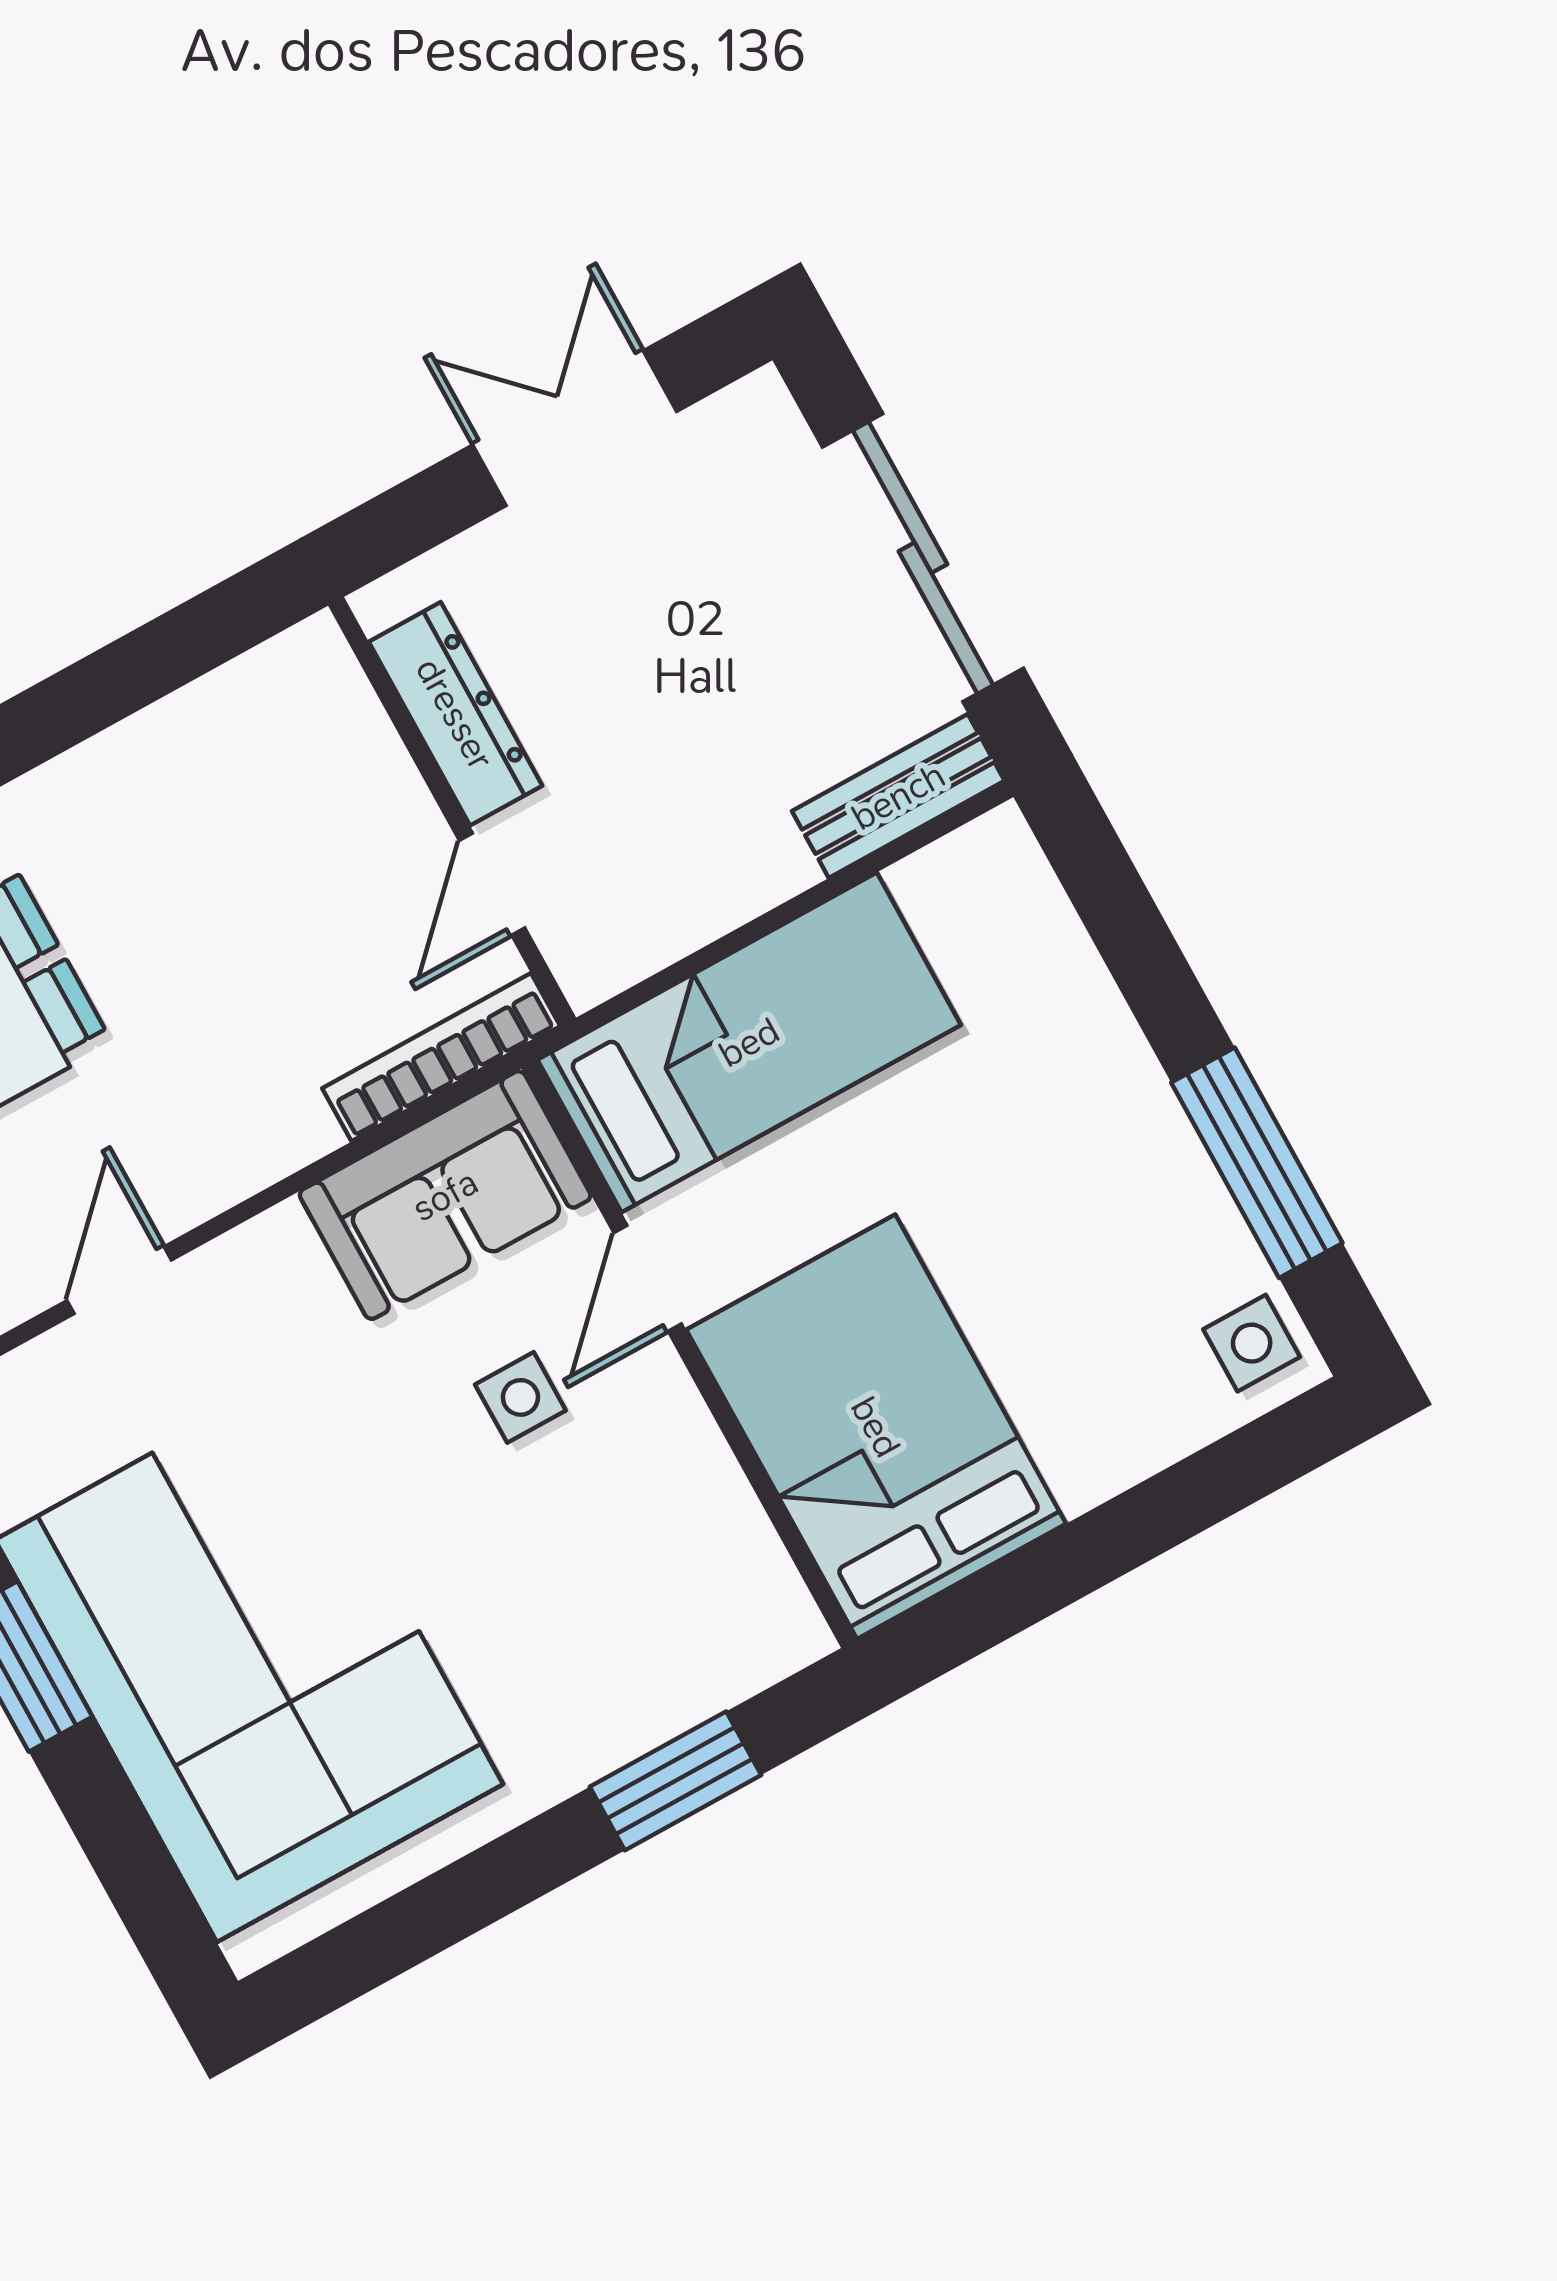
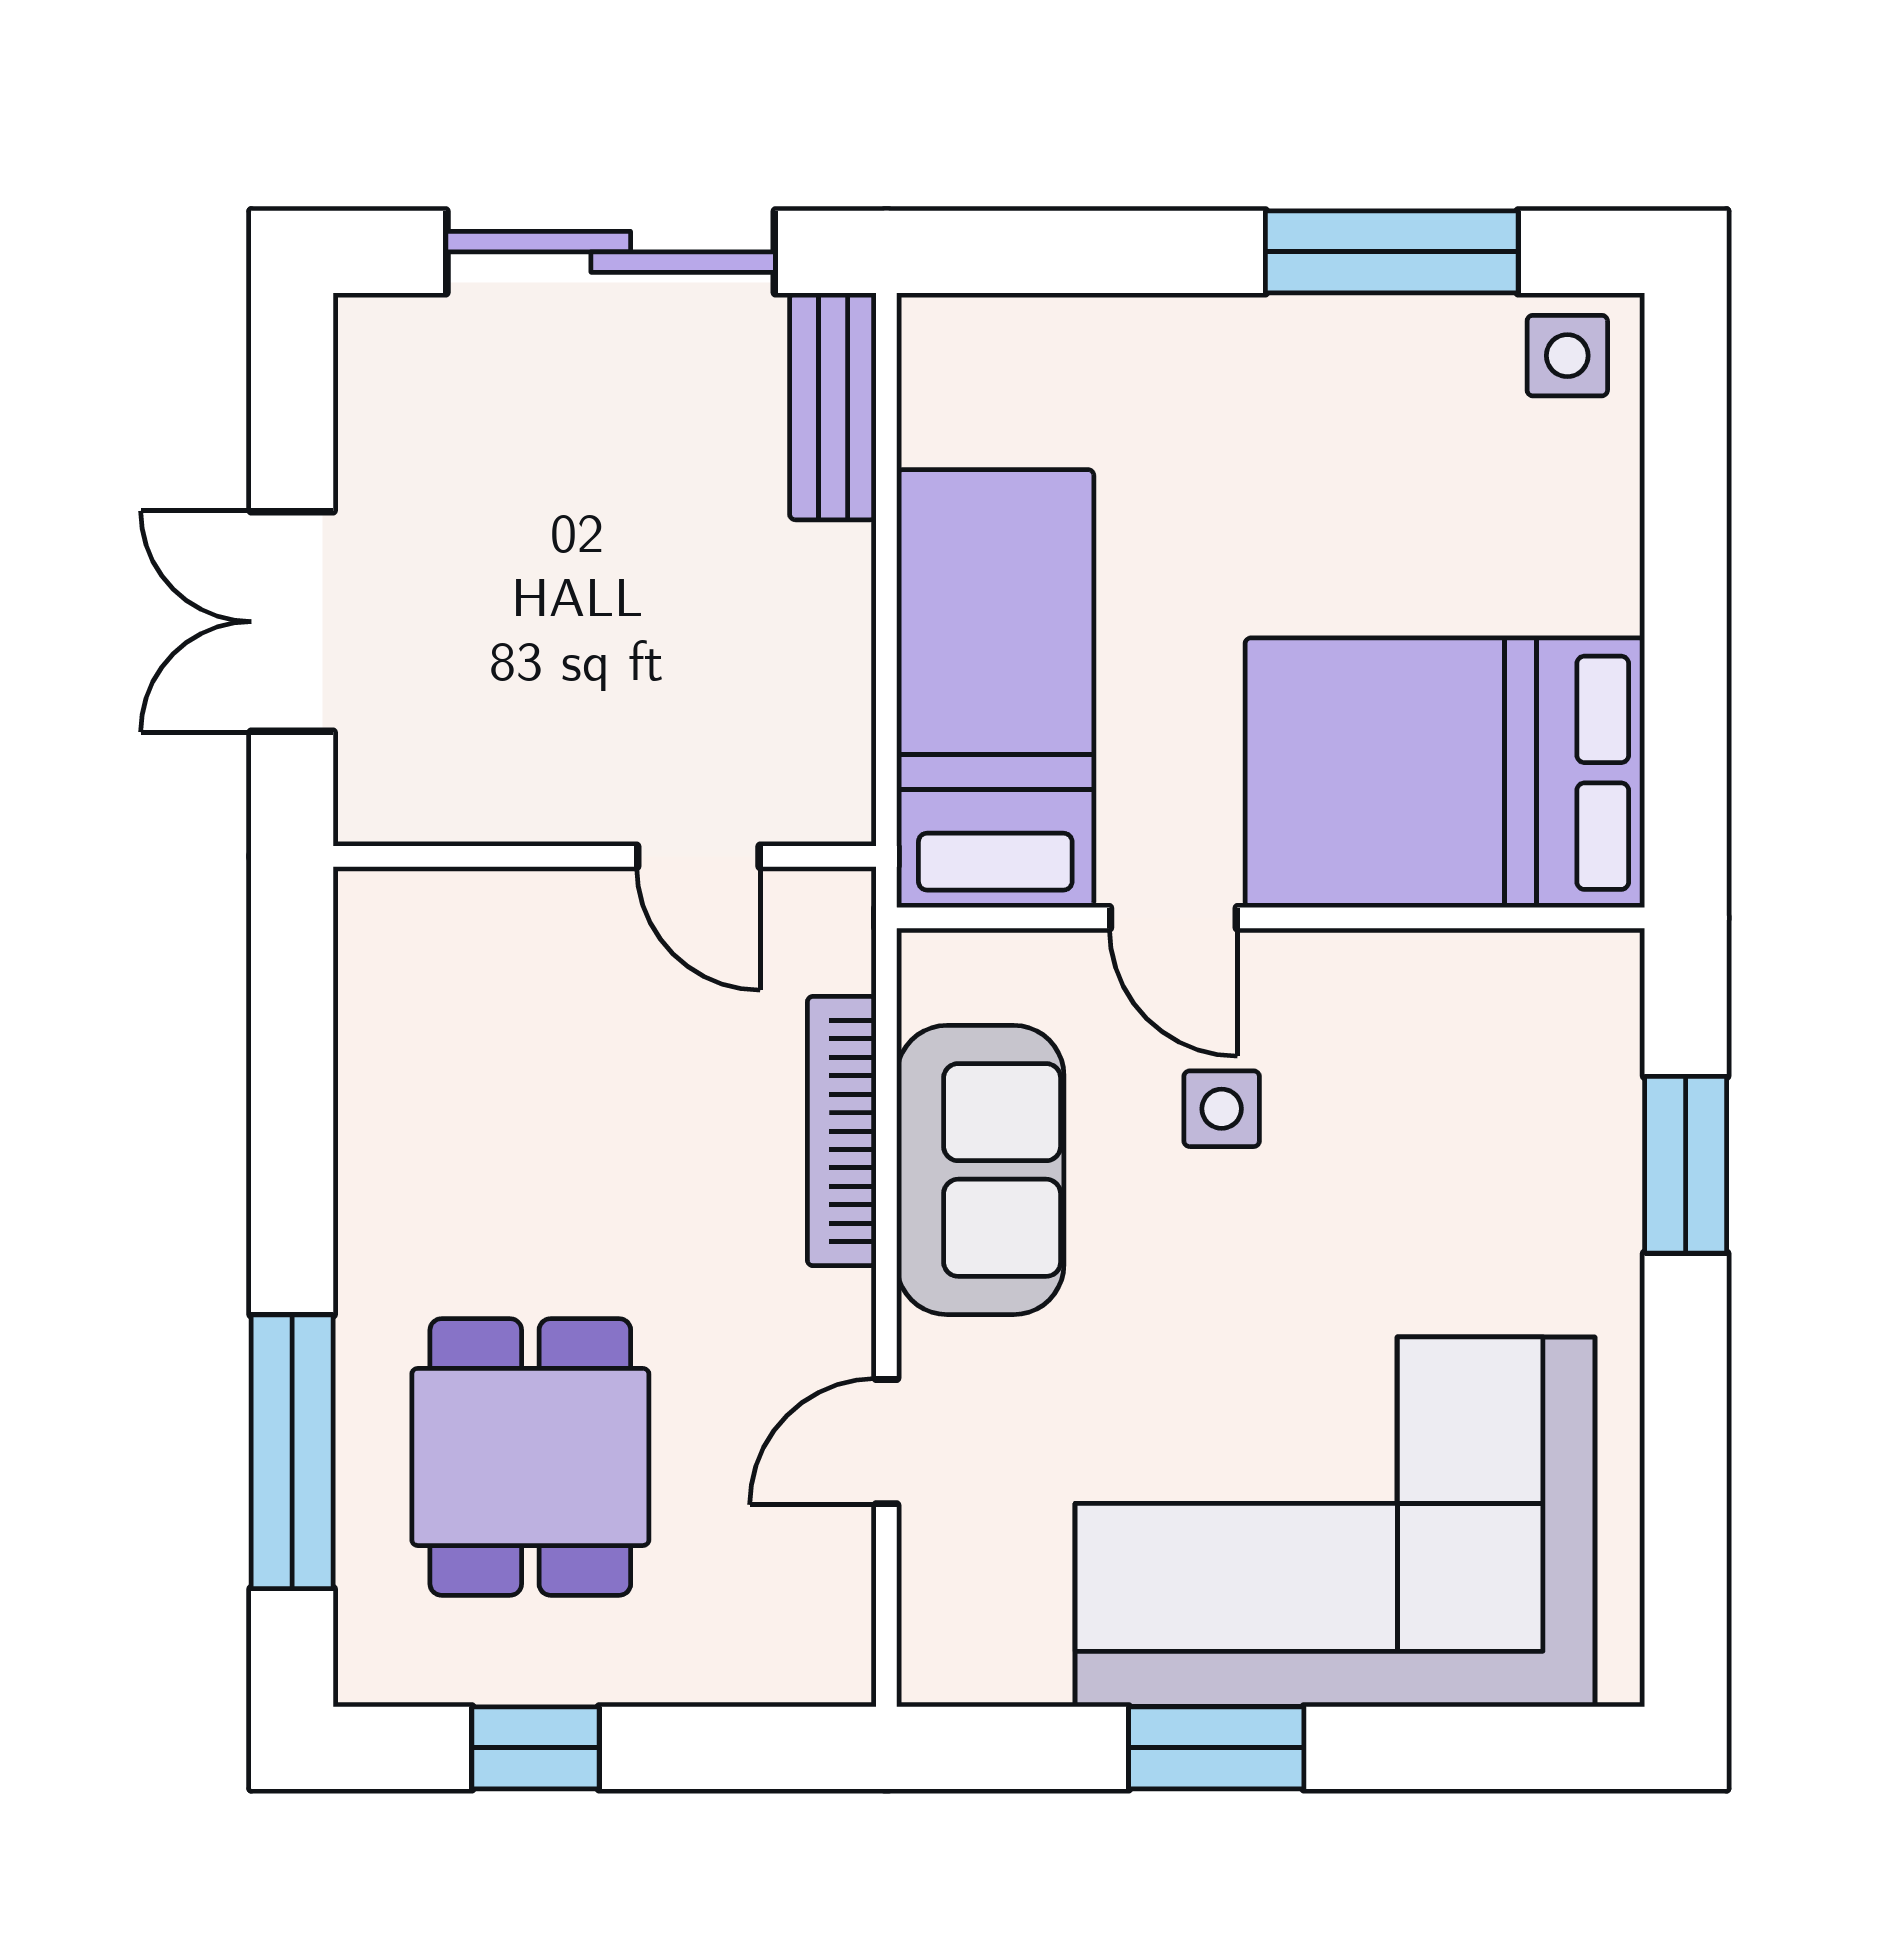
double door: (575, 428) -> (292, 622), moved
dresser: (455, 714) -> (510, 800), removed
bookcase: (441, 1057) -> (842, 1131), moved
sofa: (445, 1195) -> (980, 1170), moved
door: (119, 1280) -> (886, 1442), hinge flipped

